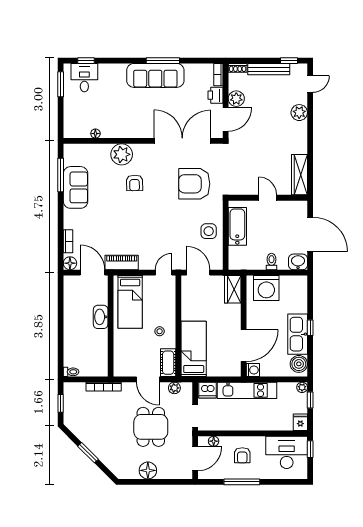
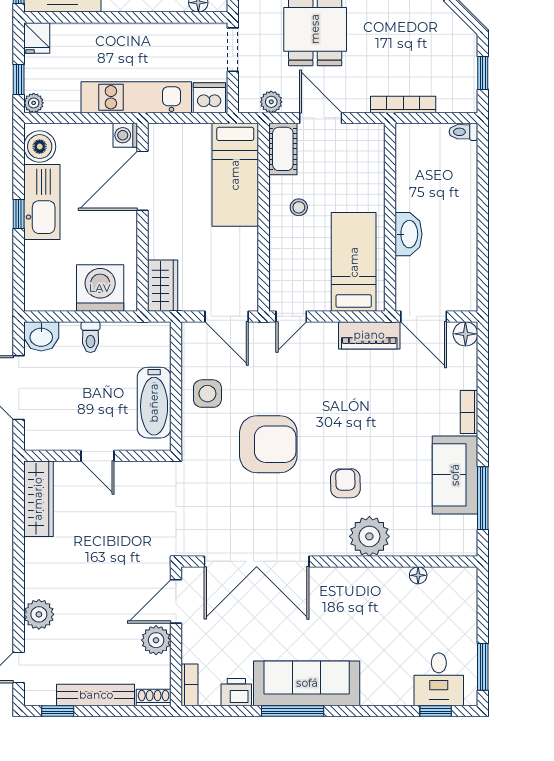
printer: (215, 95) -> (236, 692), moved, turned -90
armchair: (194, 184) -> (268, 444), moved
bookcase: (68, 241) -> (469, 412), moved

